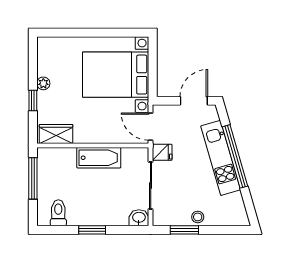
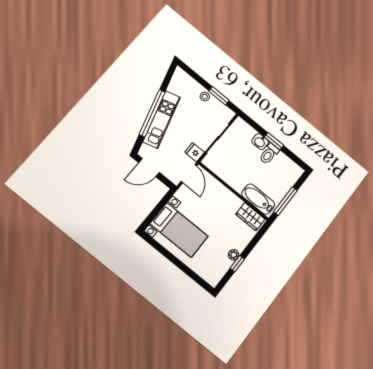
bed with nightstands: (116, 75) -> (179, 230), width x0.73
window: (33, 100) -> (237, 264), moved
bathtub: (99, 158) -> (258, 199), moved
toilet: (58, 213) -> (269, 154), moved
washbasin: (139, 218) -> (260, 142), moved

